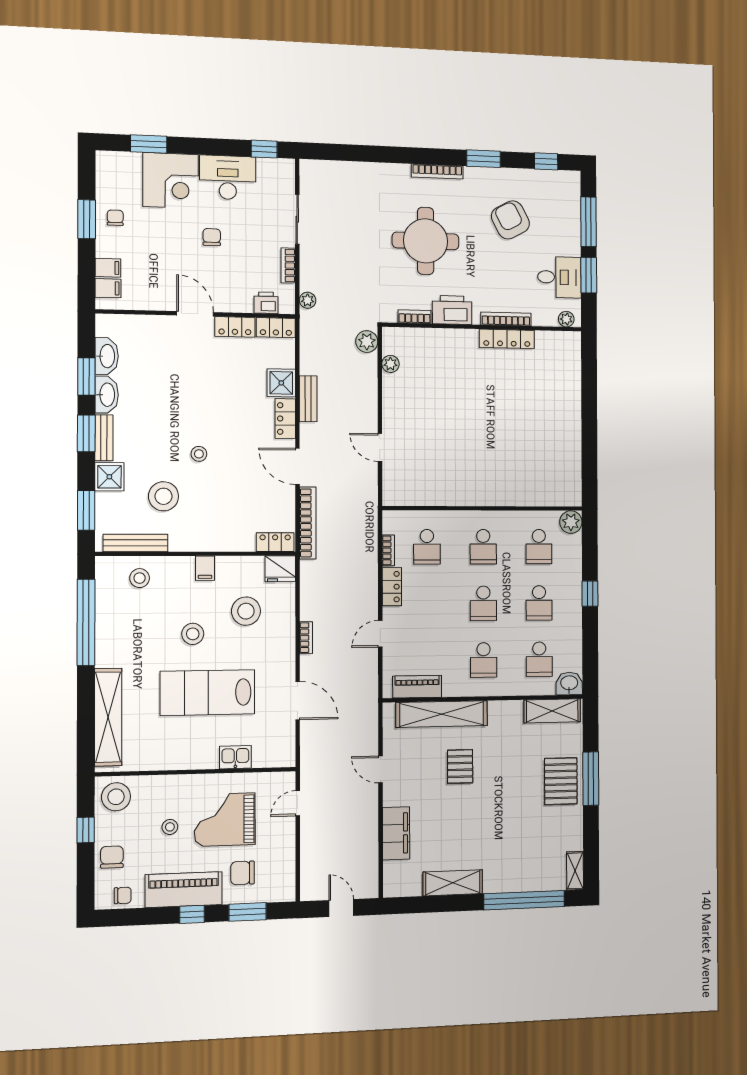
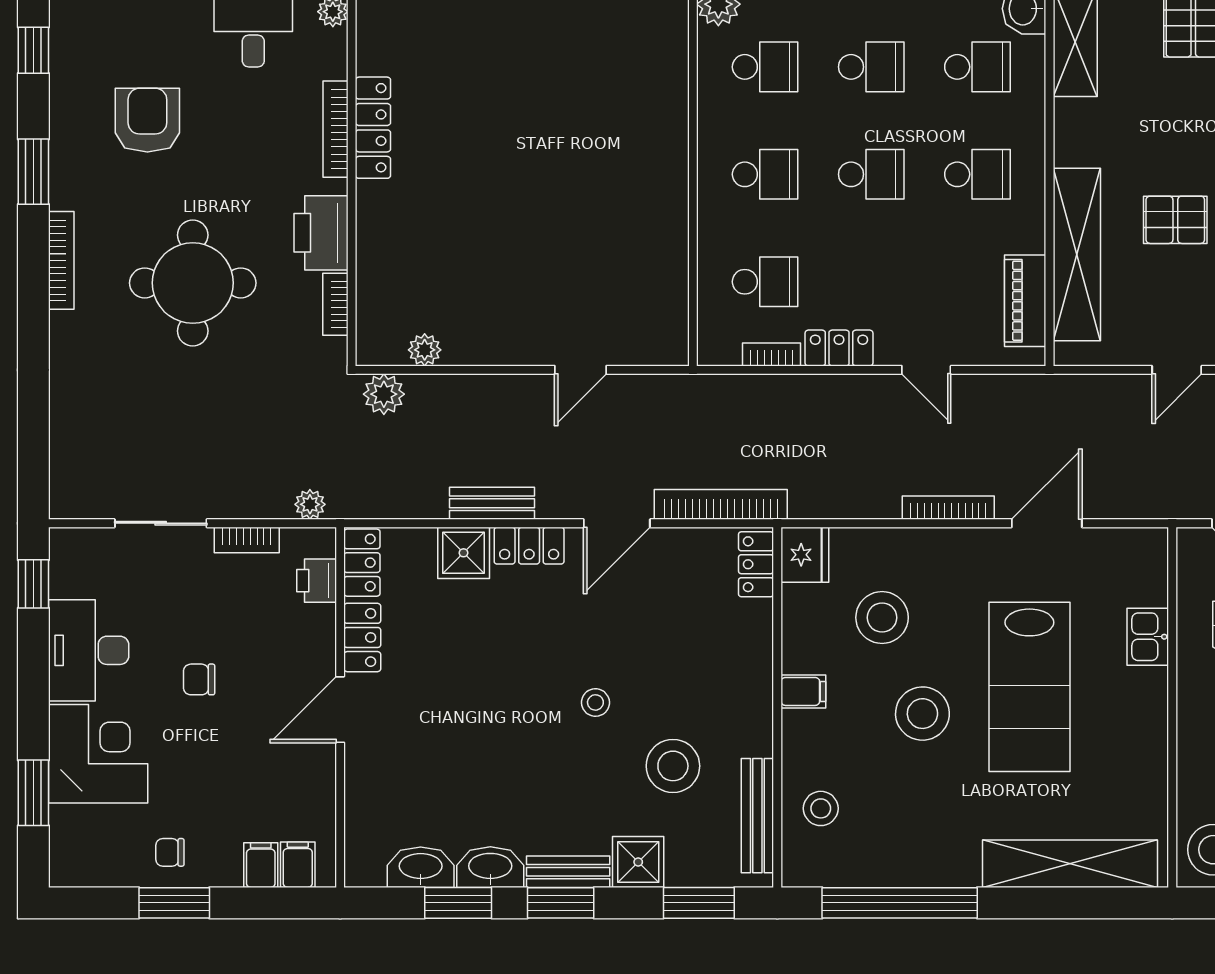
armchair: (510, 220) -> (147, 120), turned 118
stool: (193, 634) -> (922, 714), width x1.38, depth x1.38
bookcase: (306, 638) -> (948, 508), width x1.56

